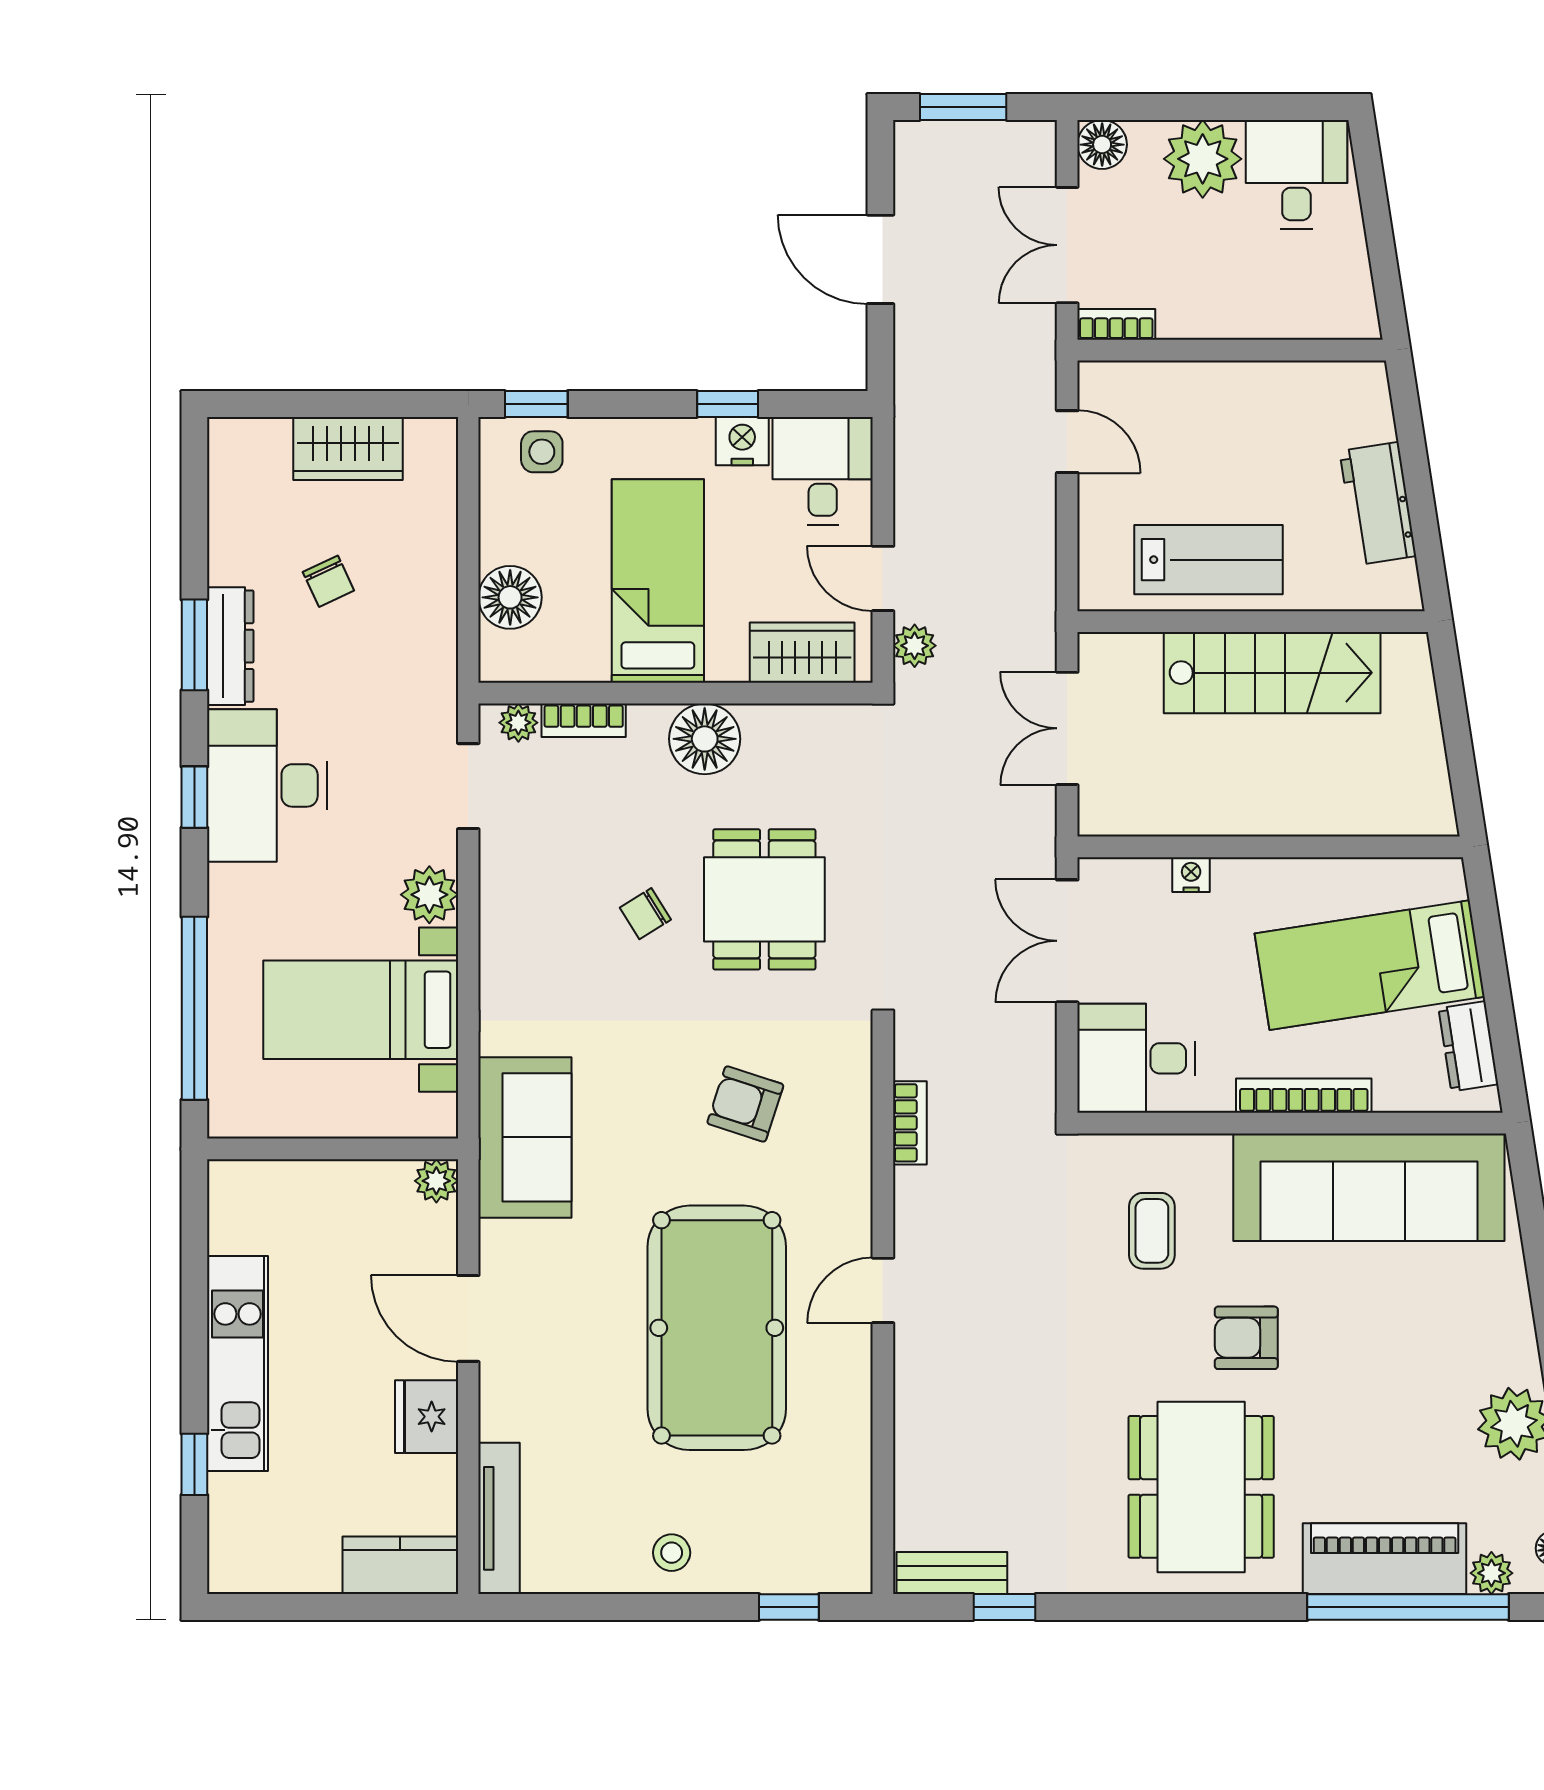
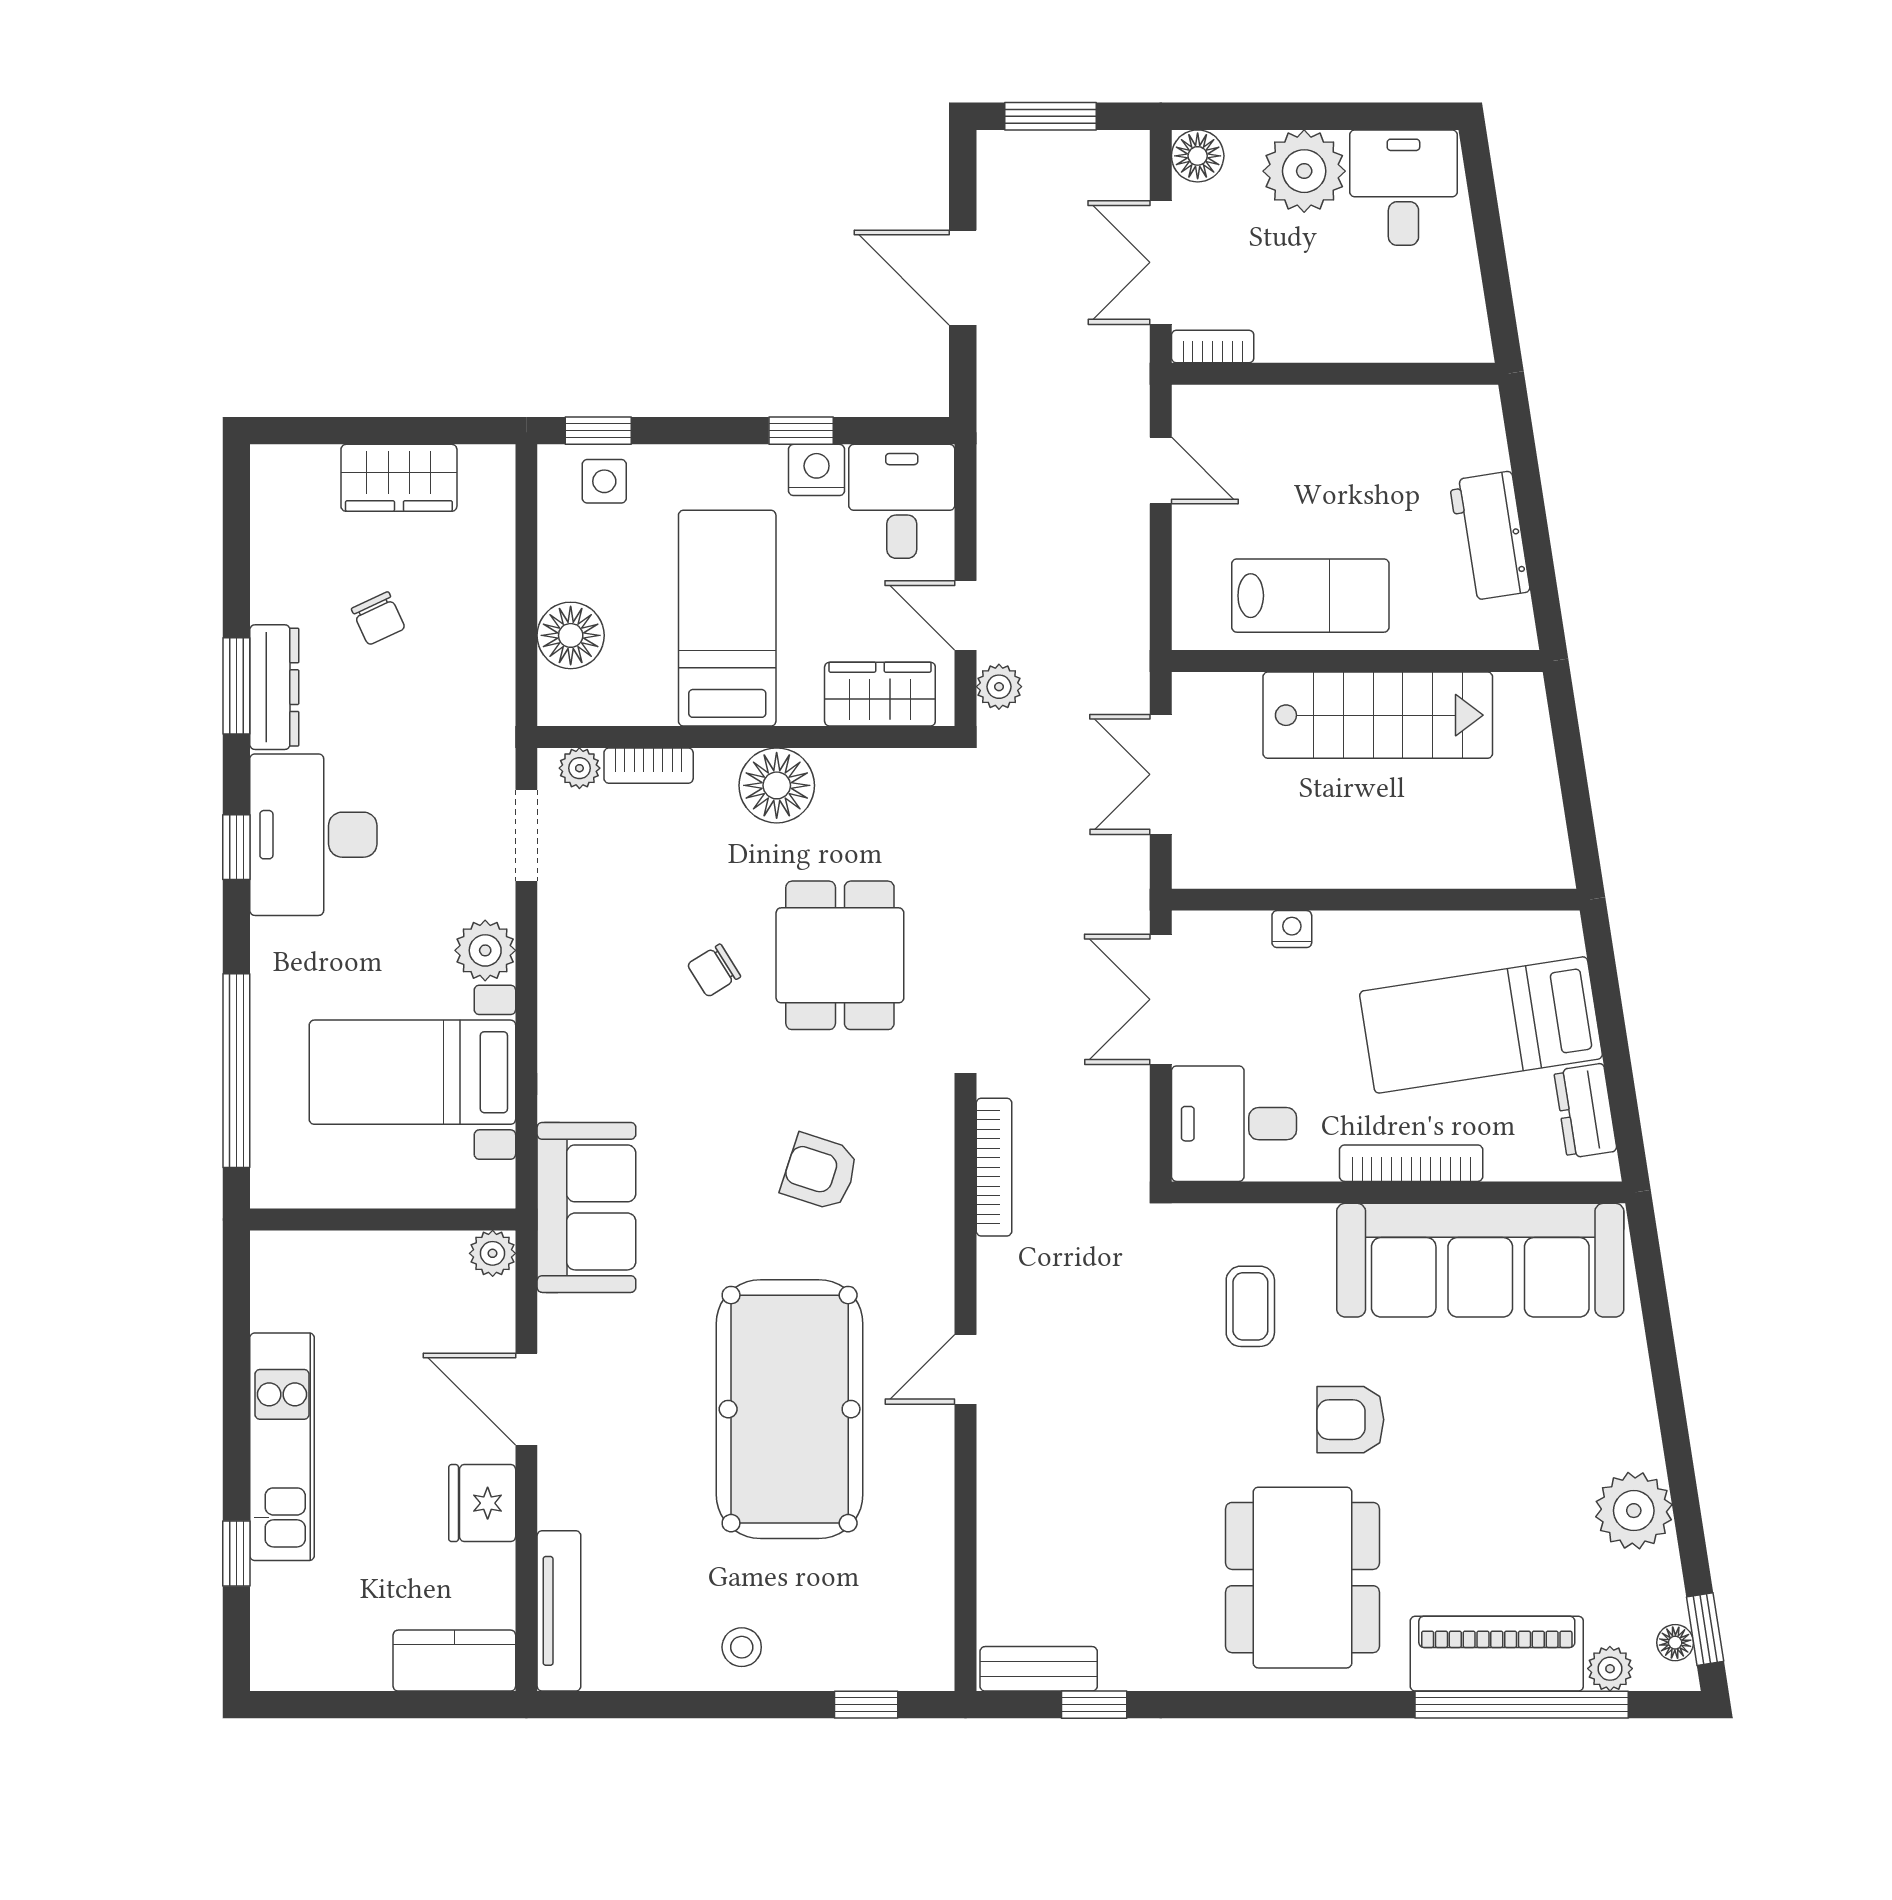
bookcase: (910, 1123) -> (994, 1167), width x1.56

